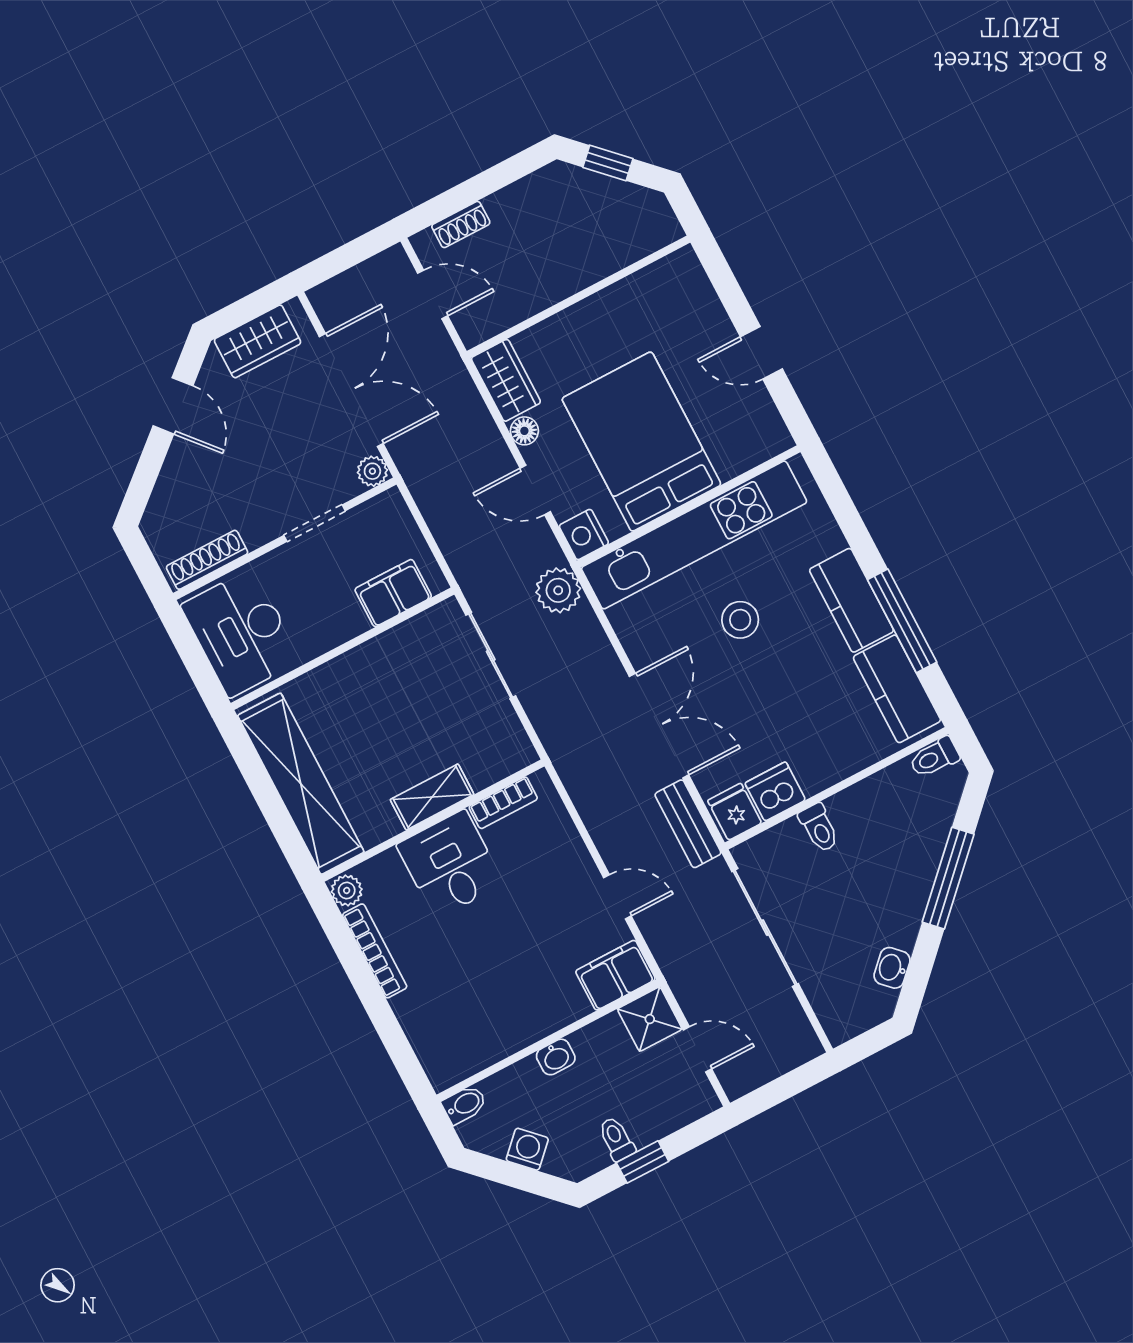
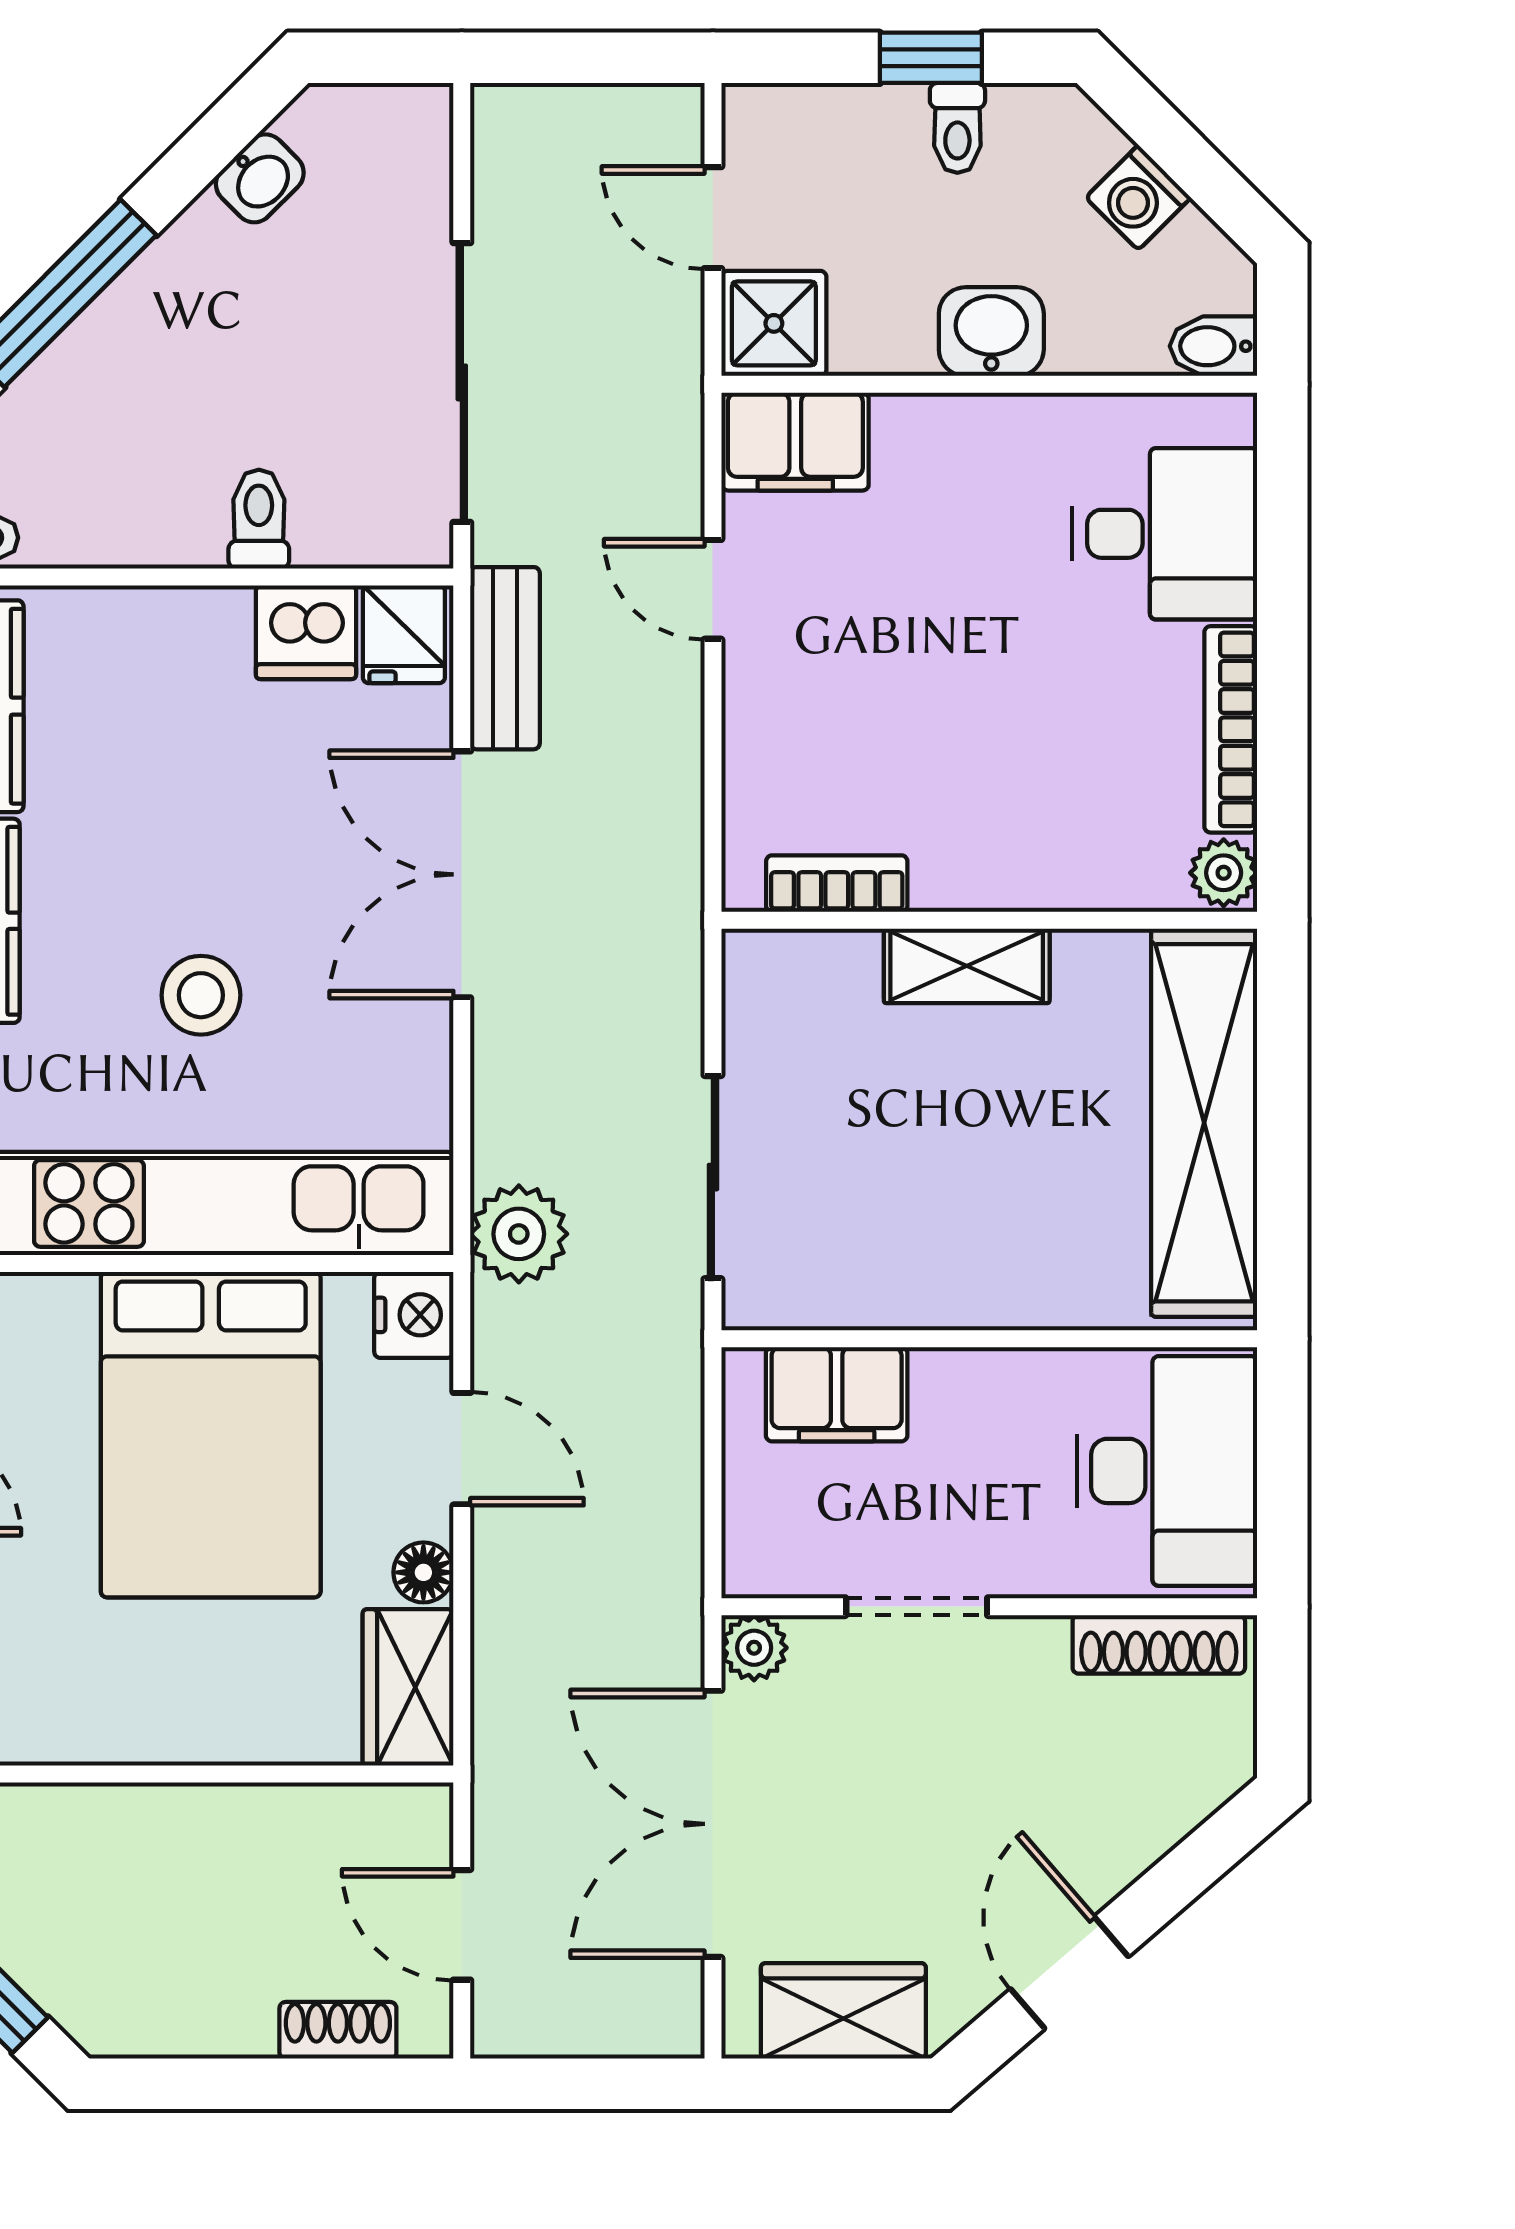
desk: (450, 864) -> (1165, 534), moved, turned -90
washbasin: (556, 1057) -> (991, 332), width x1.38, depth x1.45

